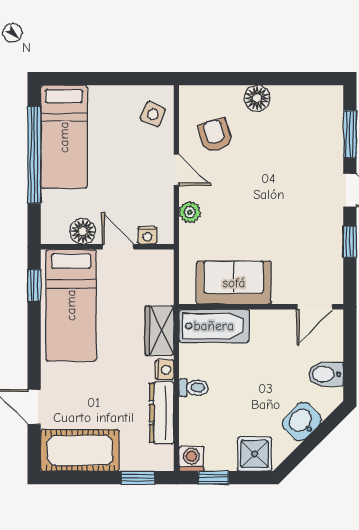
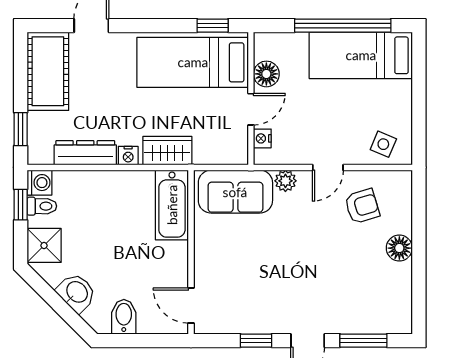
sofa: (234, 283) -> (235, 192), moved, turned 90
toilet: (194, 388) -> (42, 206), moved, turned -90

